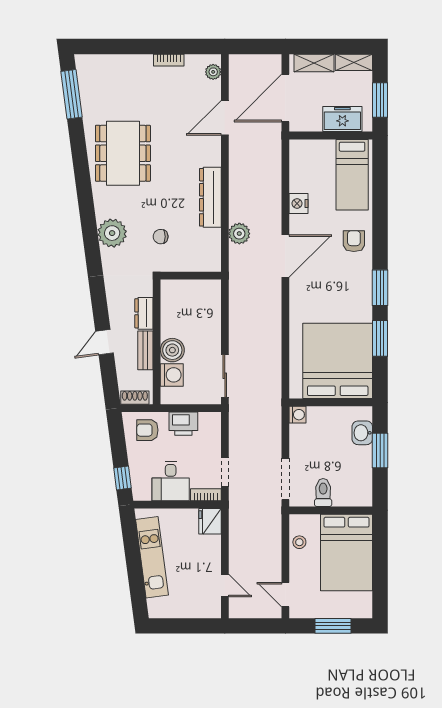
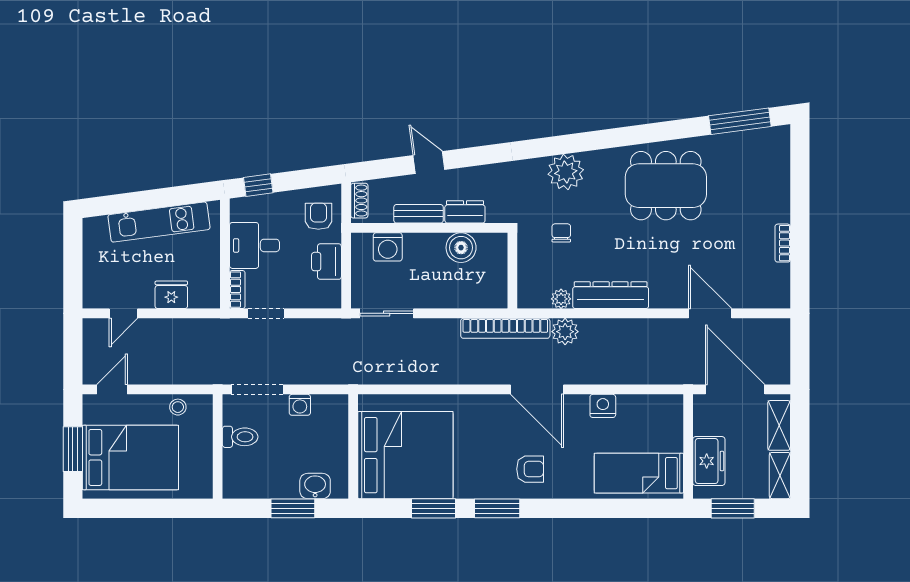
plant: (213, 72) -> (561, 299), moved
armchair: (354, 241) -> (530, 469), moved
bookcase: (237, 281) -> (505, 328), added
boiler: (172, 350) -> (461, 248), moved
washing machine: (298, 415) -> (300, 405), moved
fridge: (210, 521) -> (171, 295), moved
bed: (347, 552) -> (130, 457), moved, turned 180

